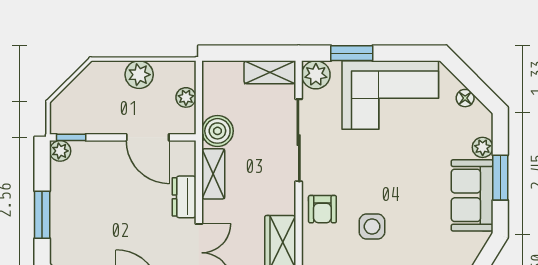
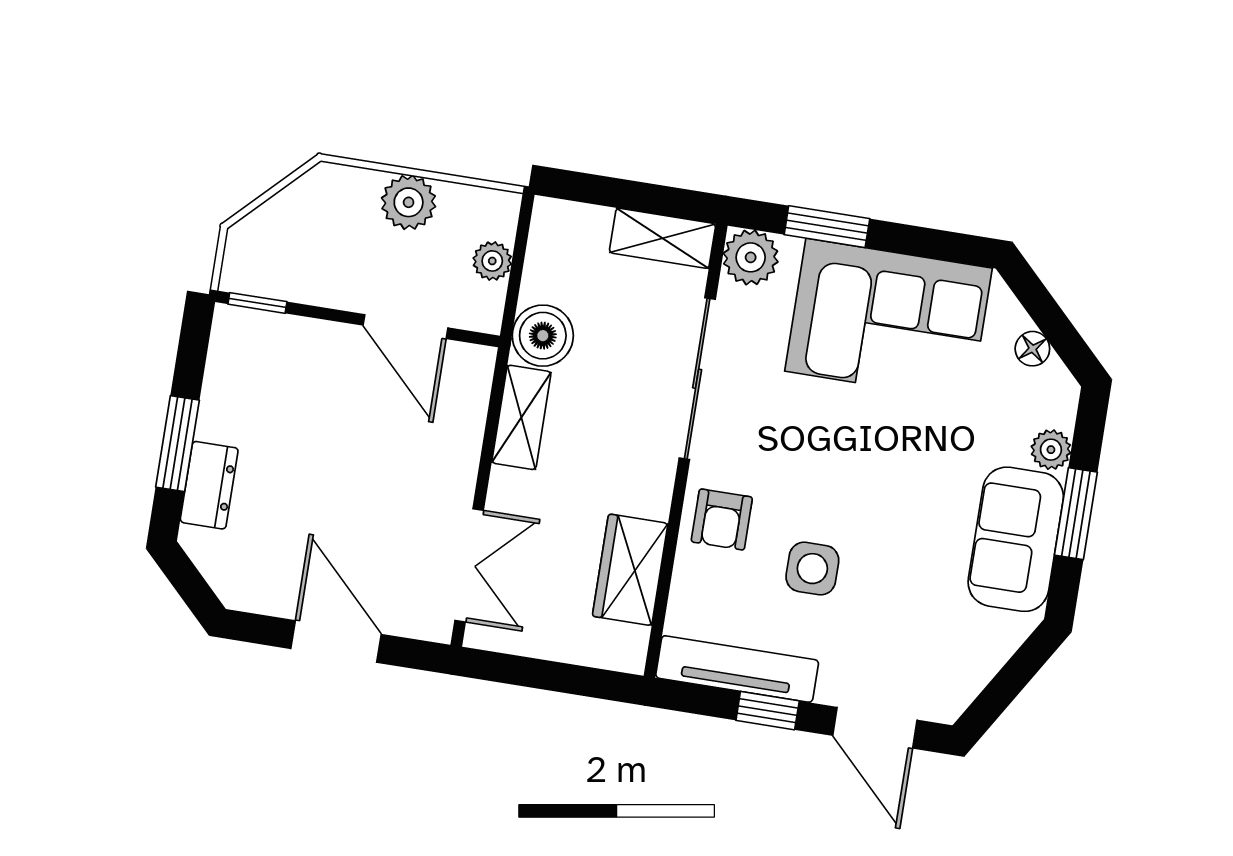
plant: (60, 151) -> (232, 325), removed
dresser: (184, 197) -> (209, 485), moved, turned 180

